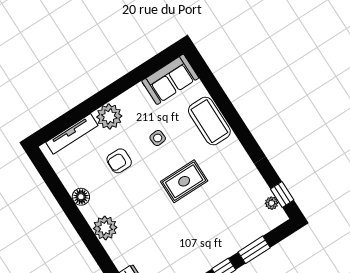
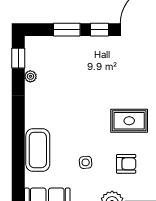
rug: (184, 181) -> (129, 121), moved
plant: (272, 203) -> (30, 76), moved

